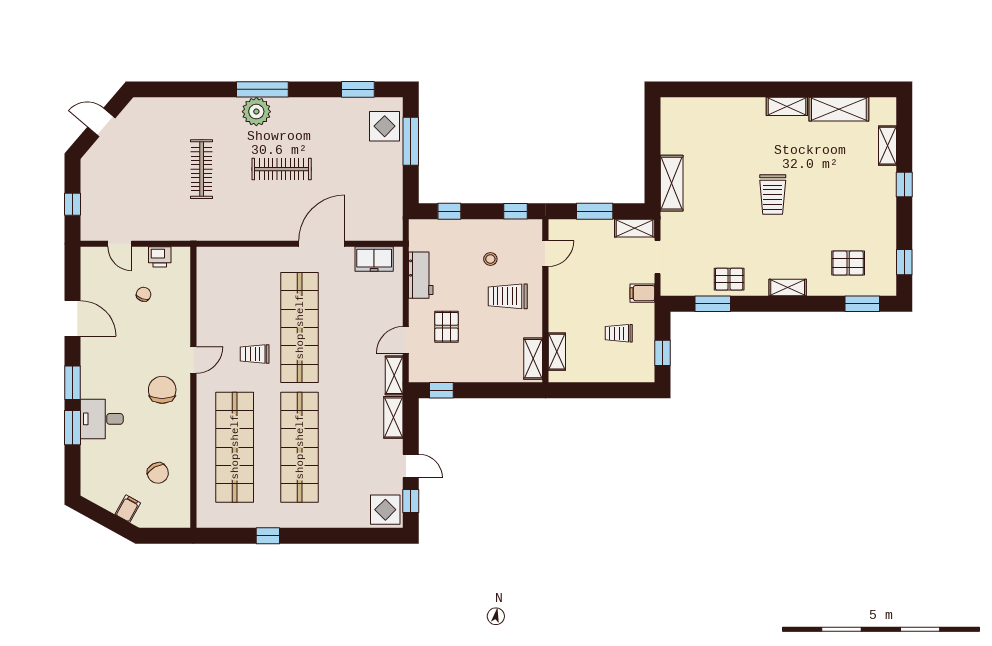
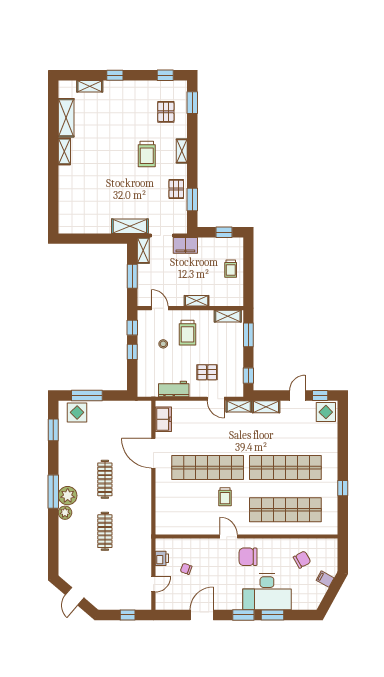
plant: (230, 108) -> (65, 513), added
clothes rail: (202, 169) -> (105, 531), turned 90
shelving: (672, 183) -> (130, 226), moved
trolley: (773, 195) -> (147, 154), moved, turned 90
window: (449, 211) -> (132, 352), moved
filing cabinet: (642, 293) -> (185, 245), width x2.00
trolley: (619, 333) -> (231, 269), moved
shelving: (557, 352) -> (197, 301), moved
window: (504, 390) -> (248, 335), added
desk: (102, 419) -> (267, 592), width x1.87, depth x1.30

